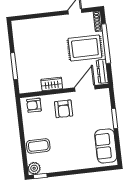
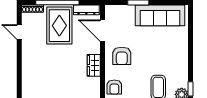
armchair: (64, 109) -> (122, 56), turned 90
sofa: (106, 146) -> (160, 15), width x1.36

